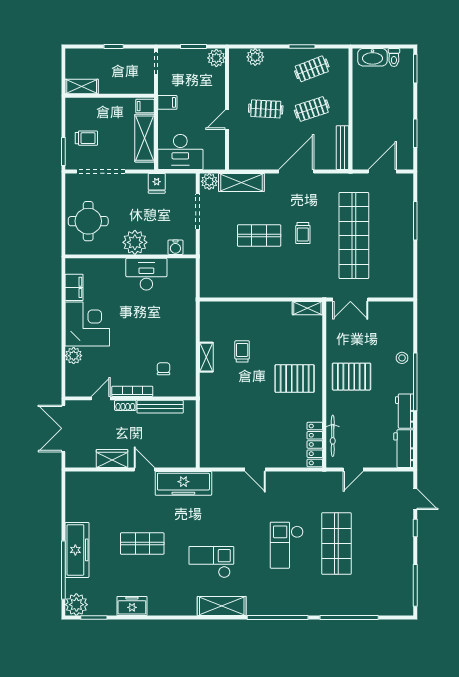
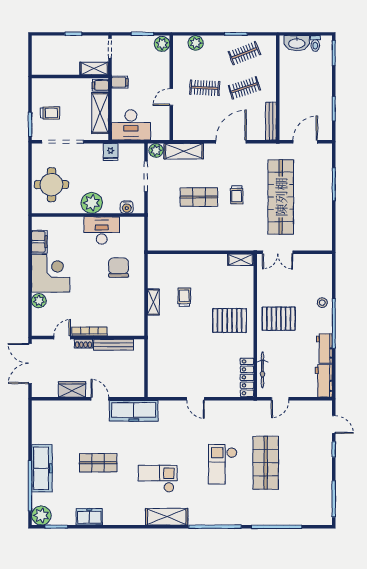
shelving: (82, 87) -> (94, 69), moved
chair: (164, 369) -> (119, 268), moved, width x1.87, depth x1.87

